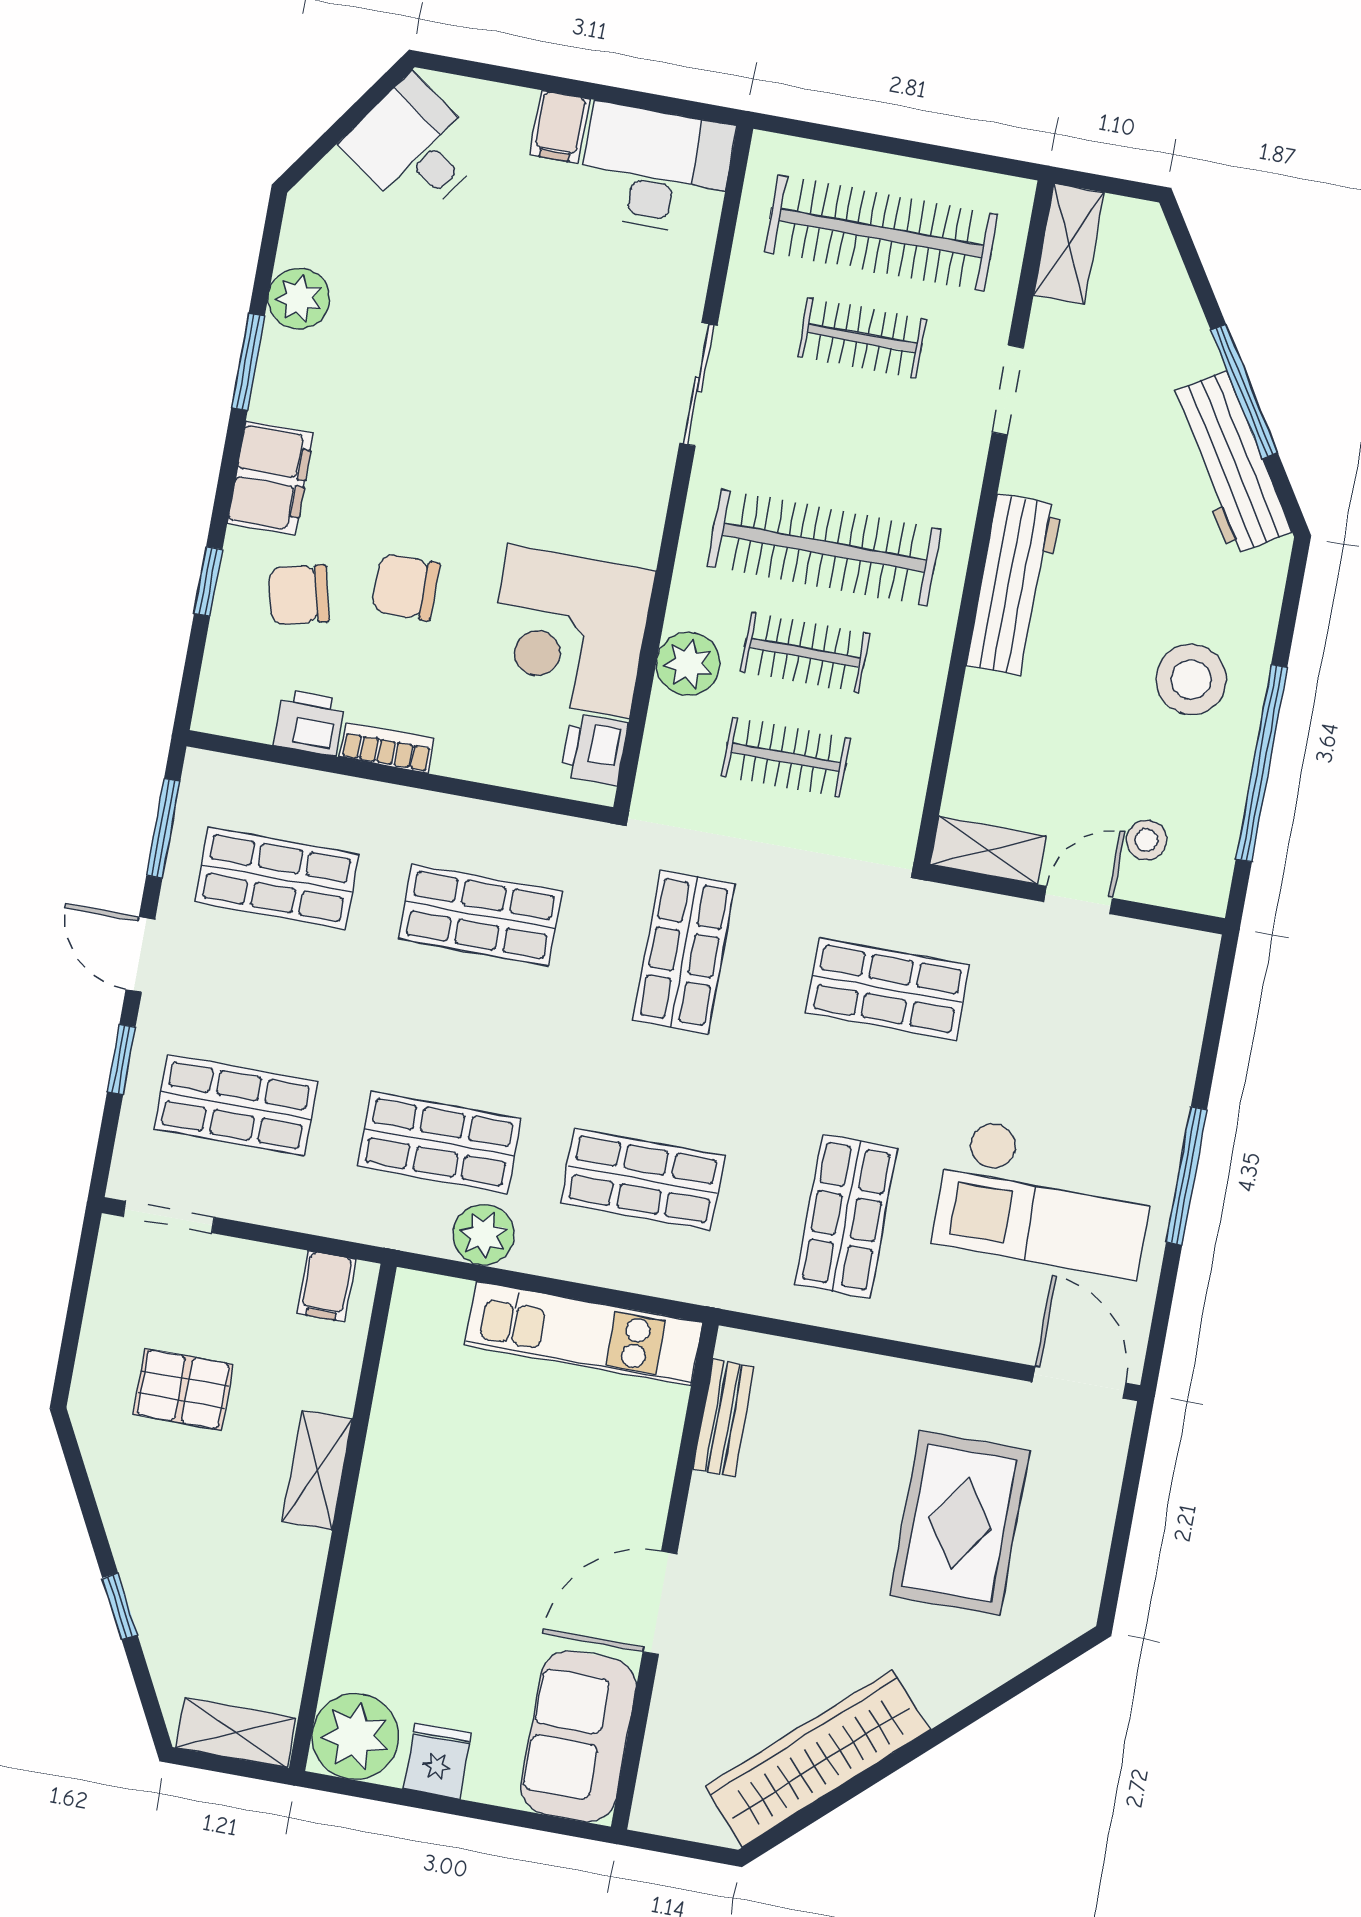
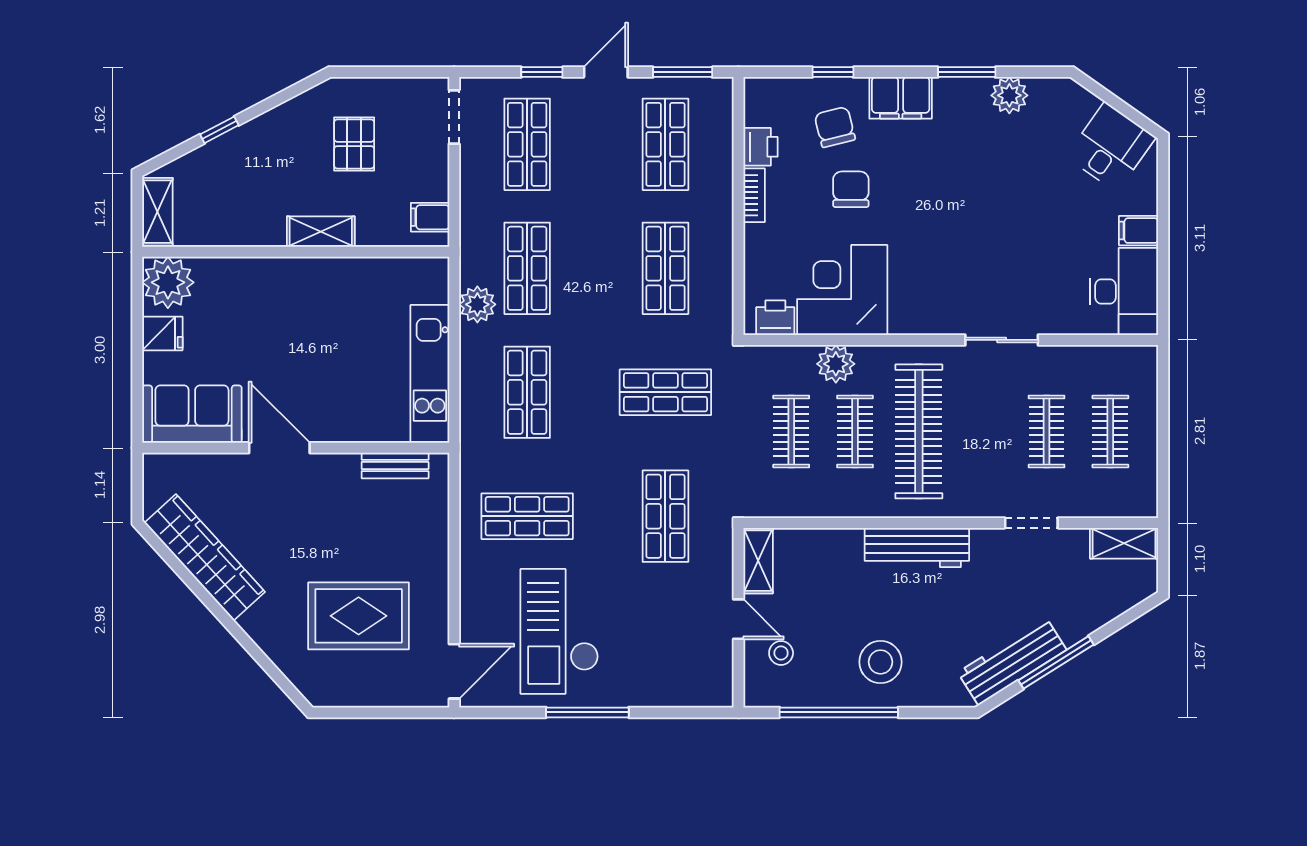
clothes rail: (881, 233) -> (1110, 431), width x0.54, depth x0.76

